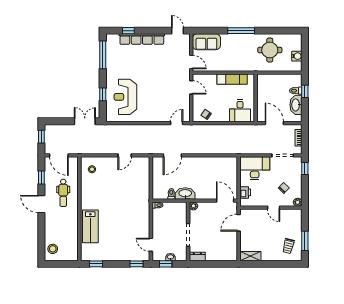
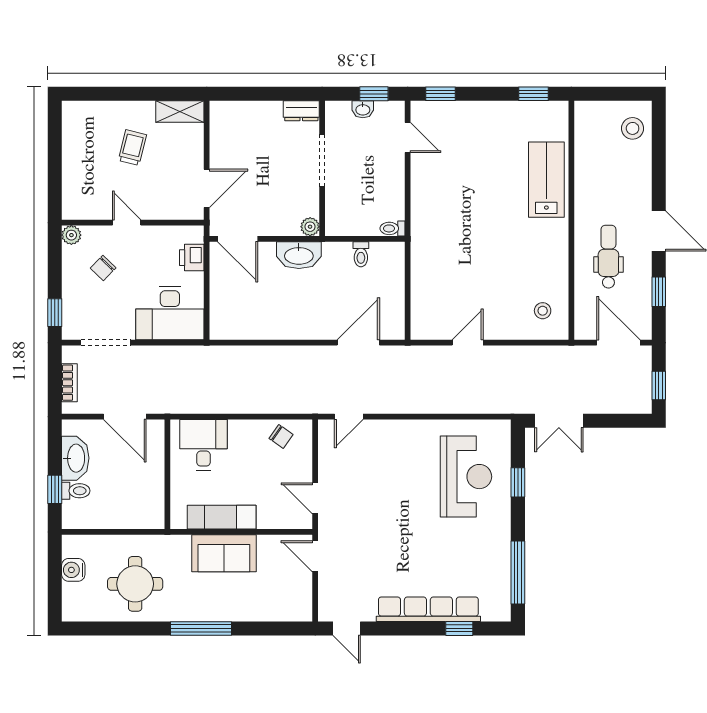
sofa: (206, 42) -> (224, 553), moved, turned 180
washbasin: (185, 194) -> (299, 255), moved
window: (305, 241) -> (55, 147), removed
trolley: (288, 246) -> (132, 148), moved

